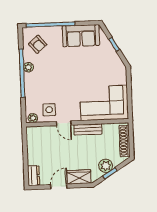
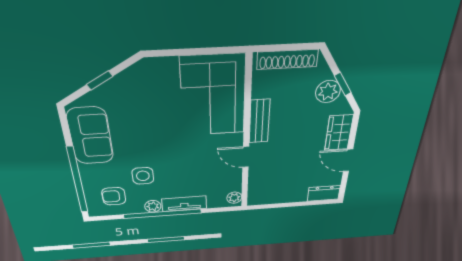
armchair: (38, 44) -> (114, 196), turned -139
tv unit: (30, 87) -> (184, 204), added
side table: (49, 110) -> (143, 176), moved
door: (64, 123) -> (246, 157), swing flipped

